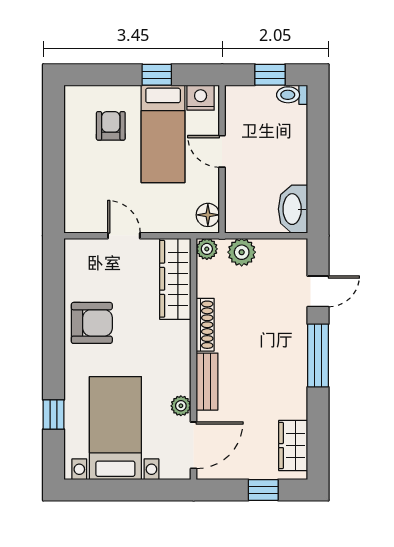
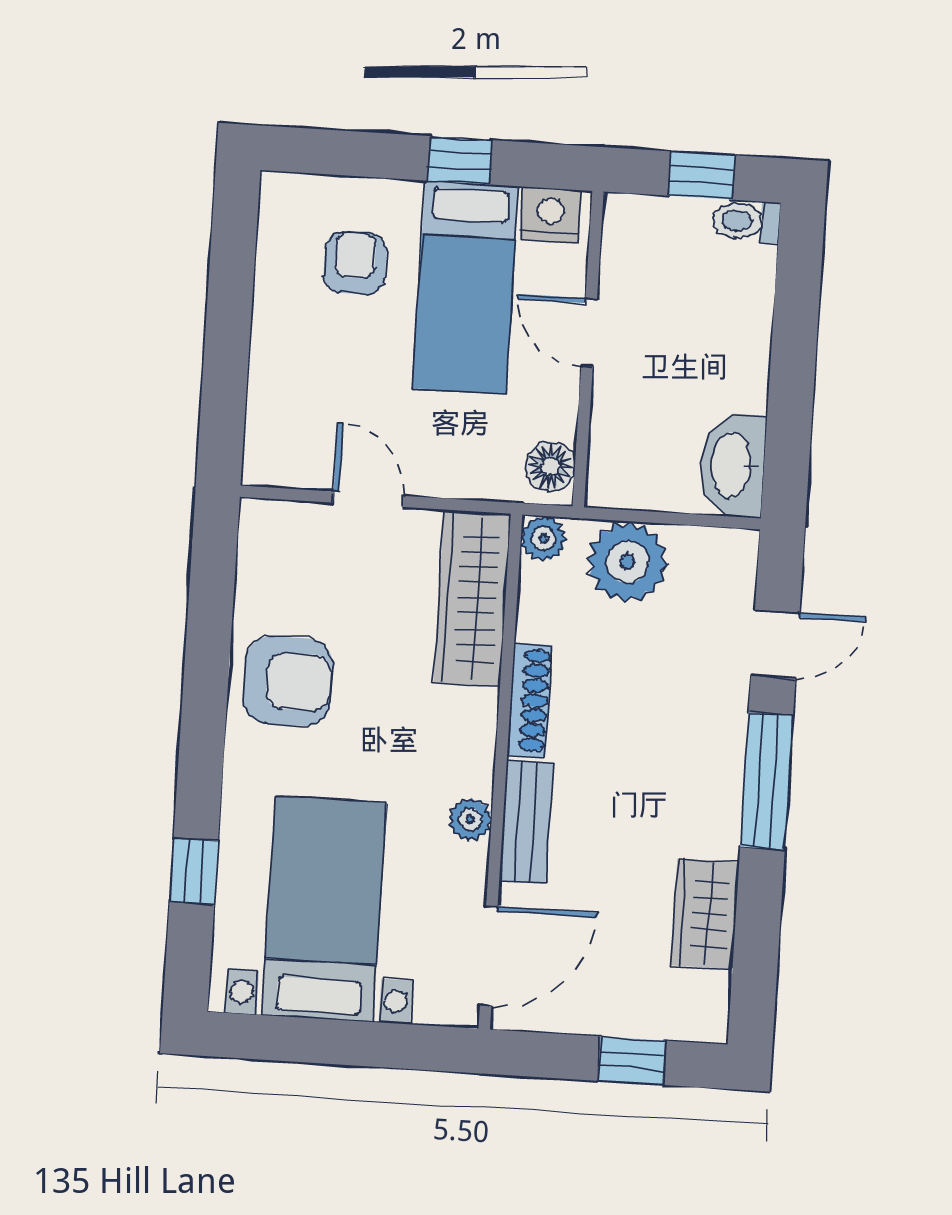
plant: (242, 252) -> (627, 562), width x1.36, depth x1.36
plant: (181, 406) -> (470, 819), moved
wardrobe: (293, 446) -> (705, 914), moved

